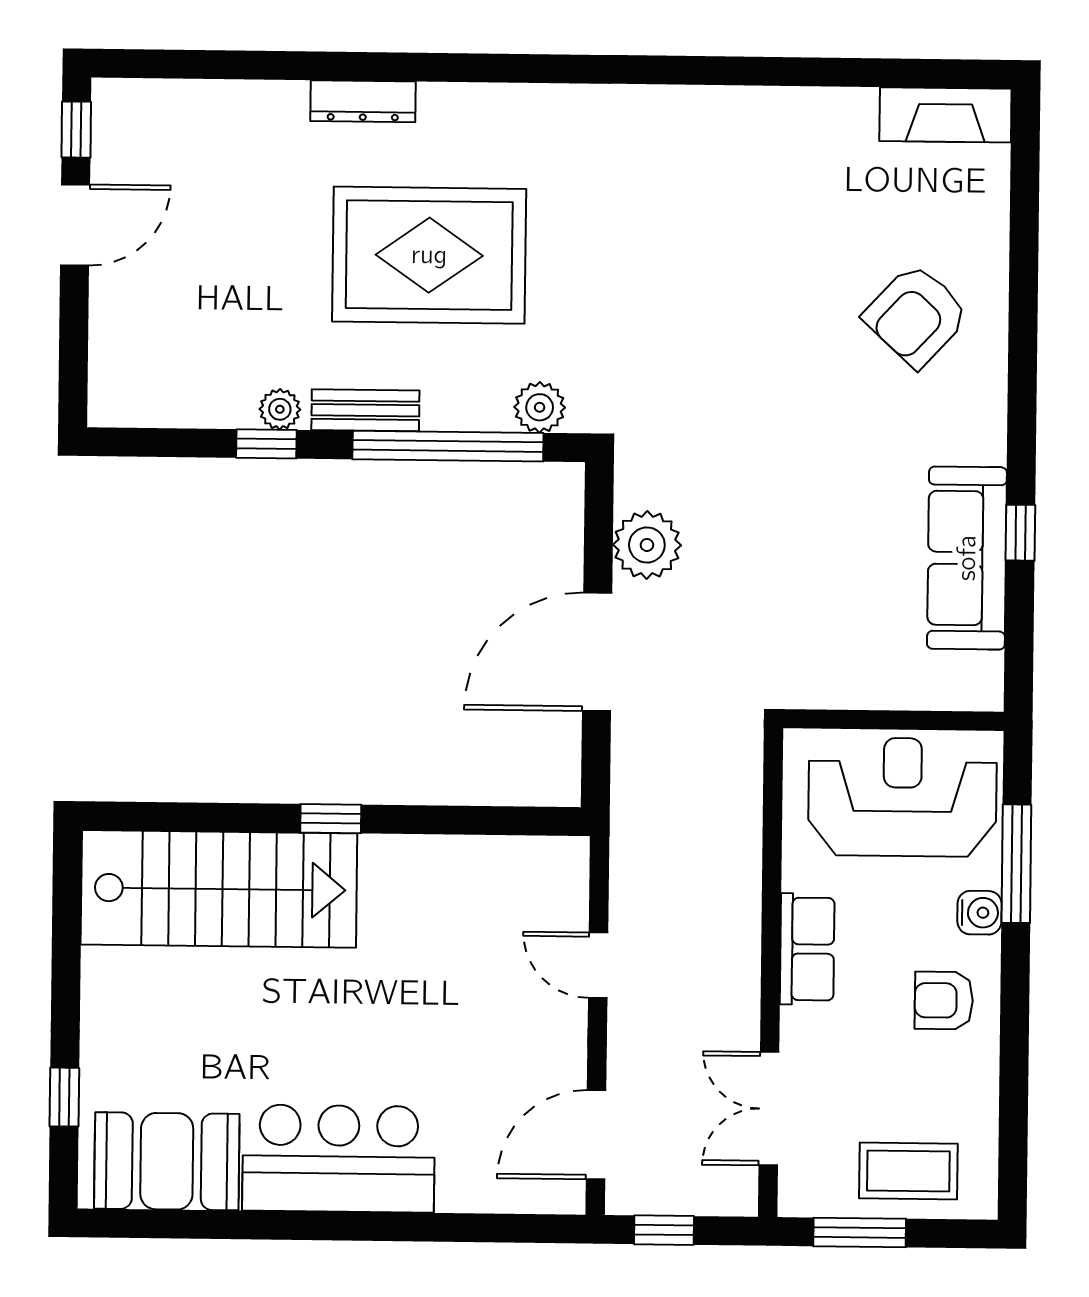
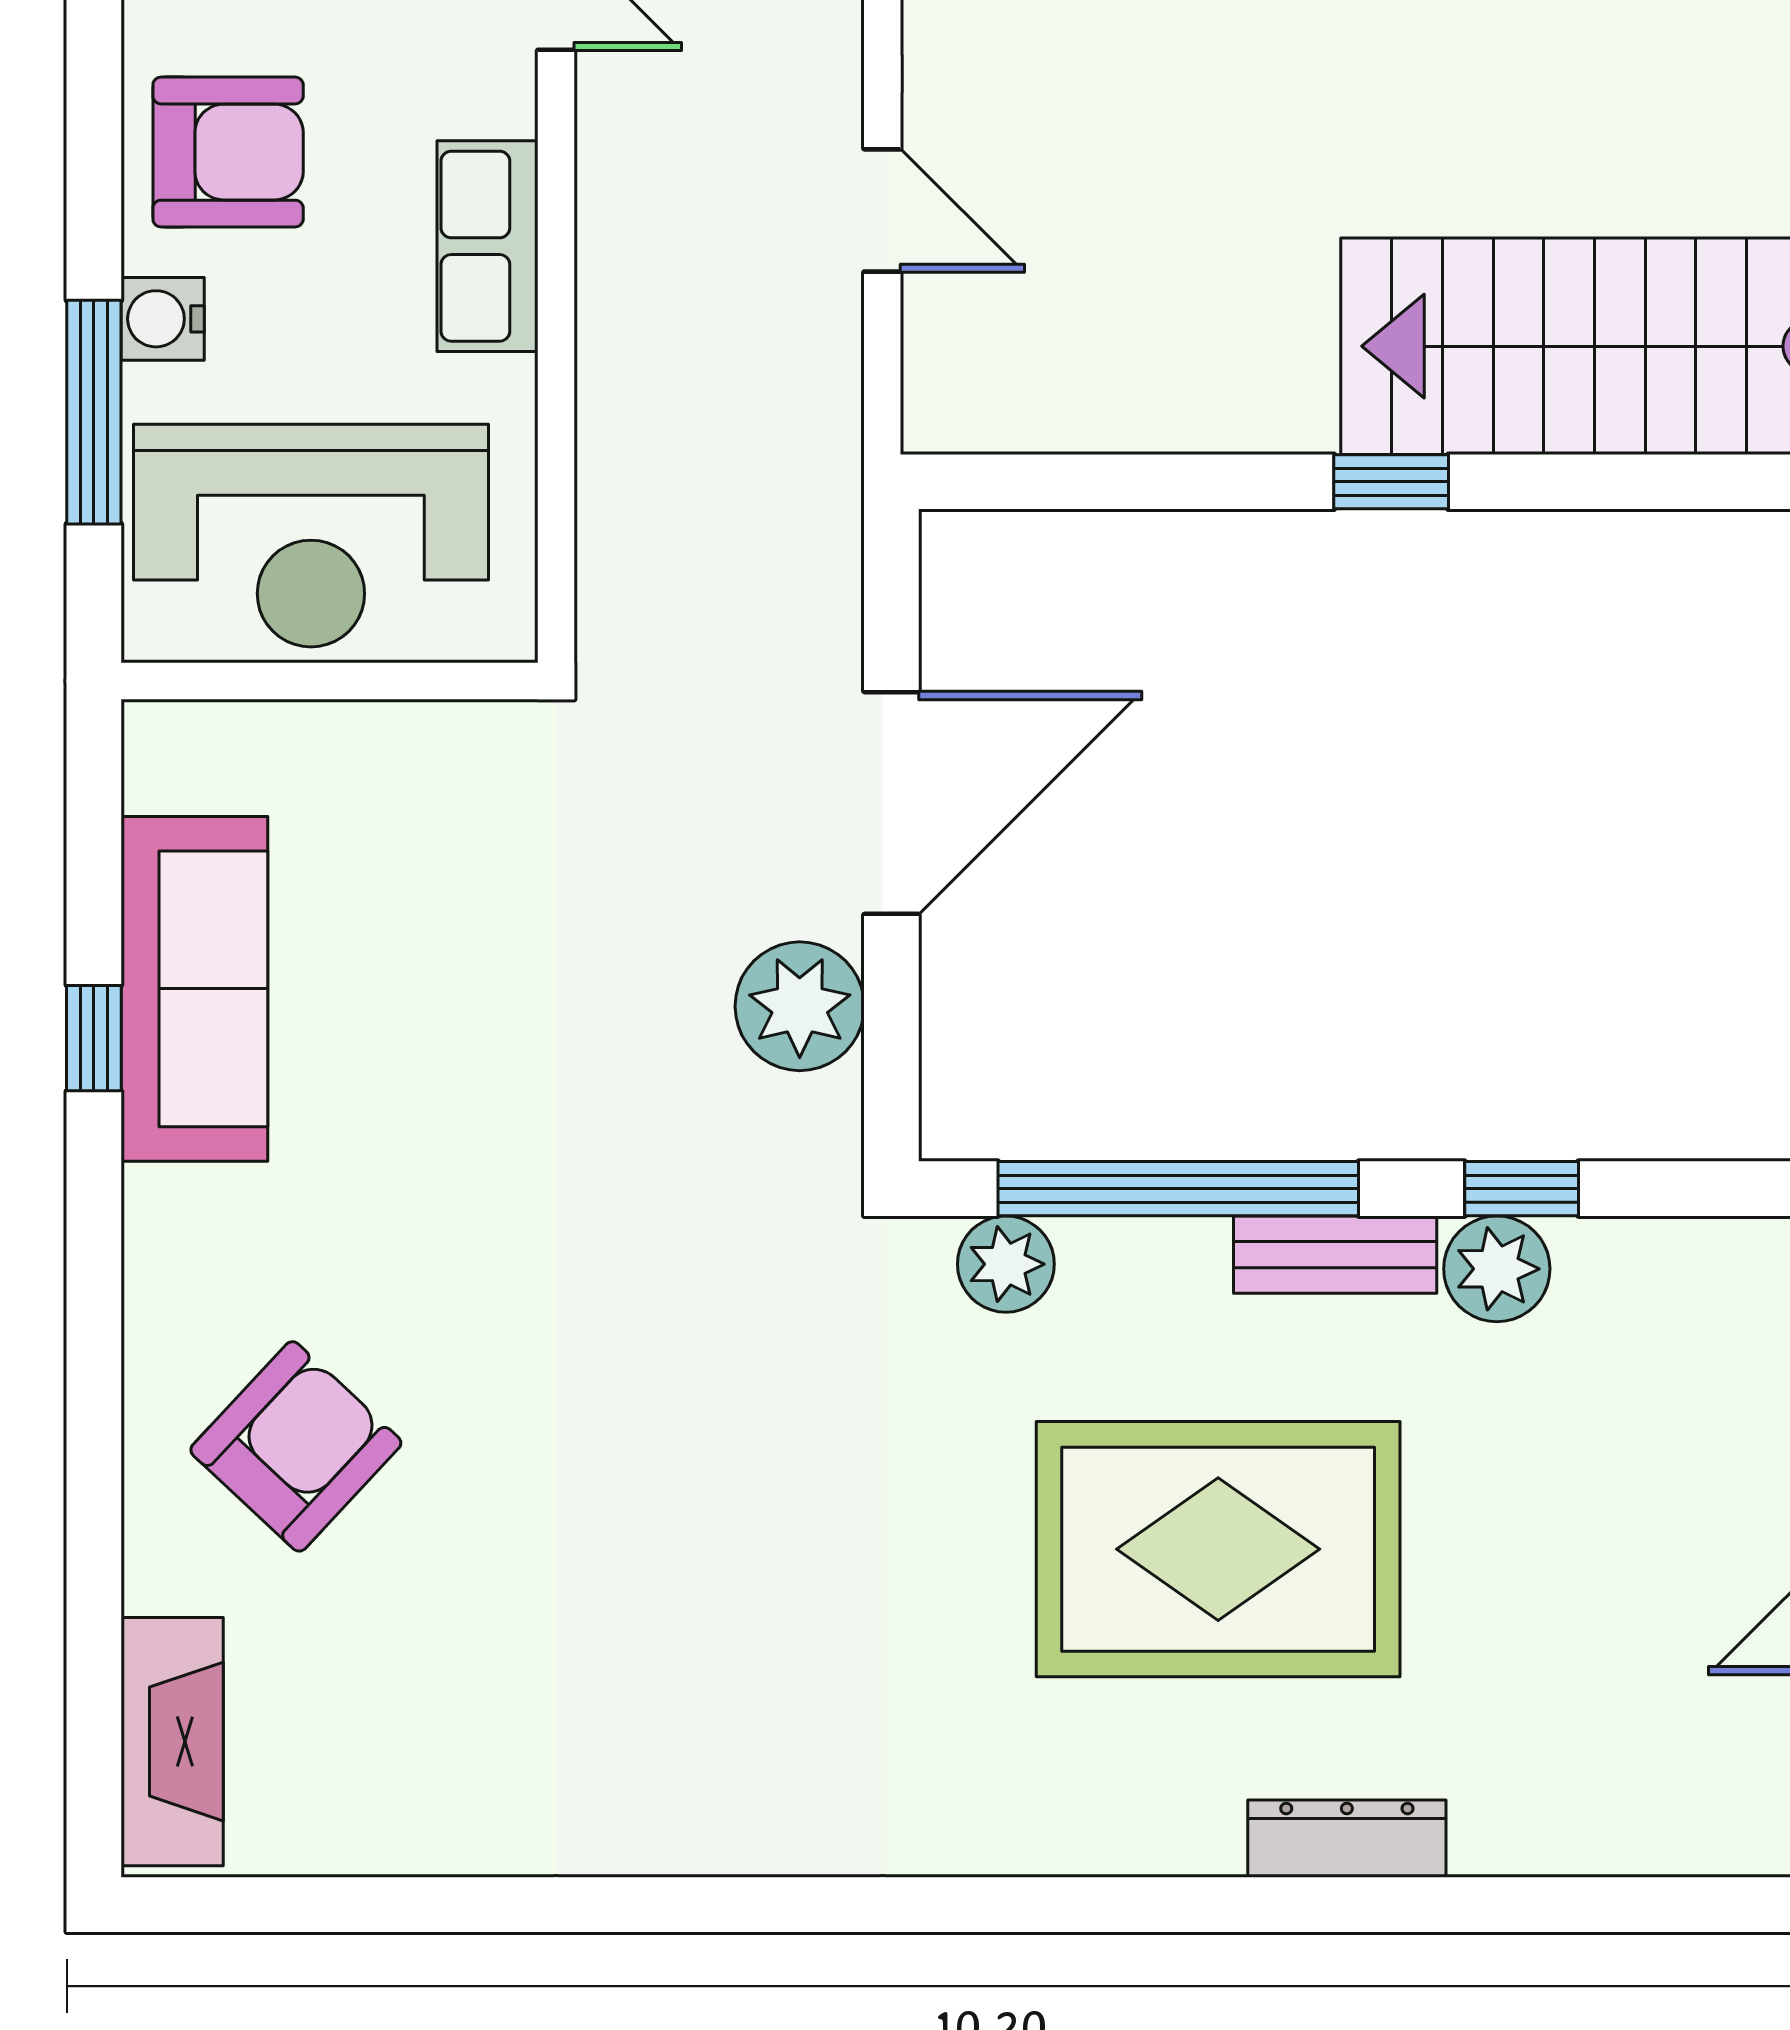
fireplace: (945, 115) -> (172, 1742), moved, turned 90
plant: (280, 409) -> (1497, 1269), width x1.38, depth x1.38
armchair: (944, 1000) -> (228, 152), width x1.38, depth x1.38

